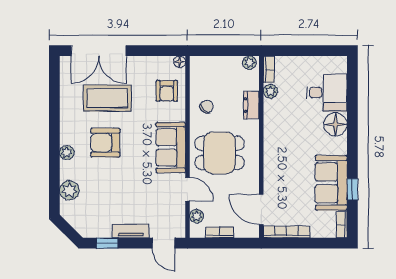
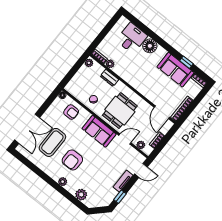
door: (261, 209) -> (162, 112), hinge flipped

